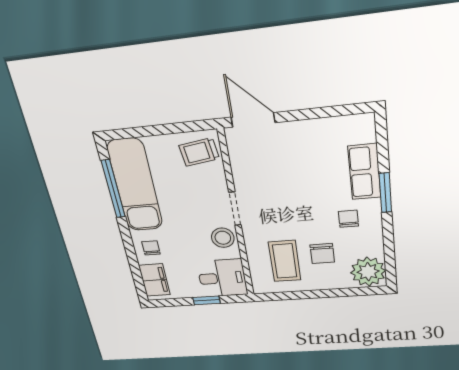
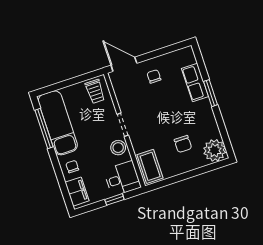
trolley: (199, 152) -> (95, 91), turned -82
chair: (348, 219) -> (154, 76), moved
coffee table: (285, 261) -> (150, 166), moved

